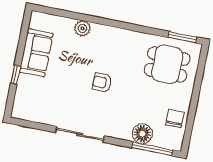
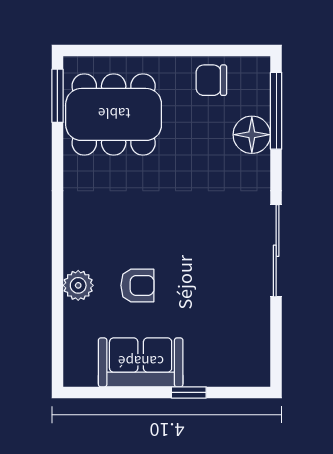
dining table: (167, 64) -> (114, 114), width x1.38
armchair: (102, 83) -> (137, 285), moved, turned -90

